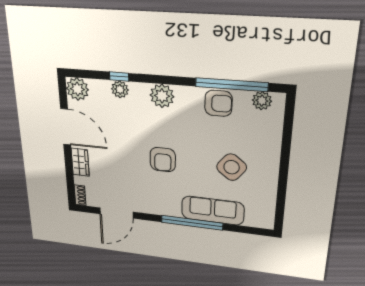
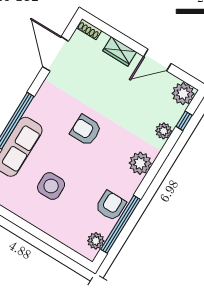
window: (119, 77) -> (184, 121), moved
armchair: (218, 103) -> (111, 206), turned 180
door: (66, 127) -> (157, 60), width x0.73
side table: (232, 167) -> (51, 186), turned -38

